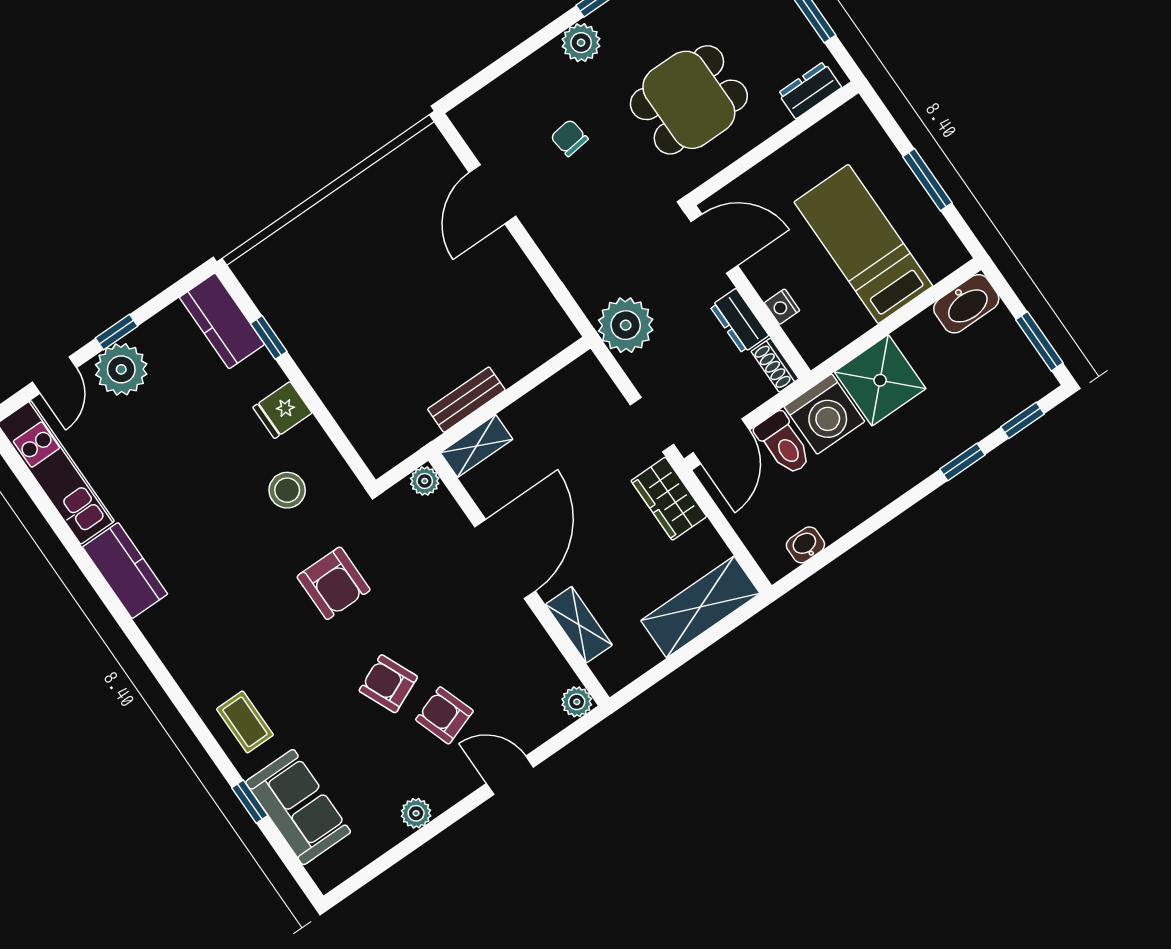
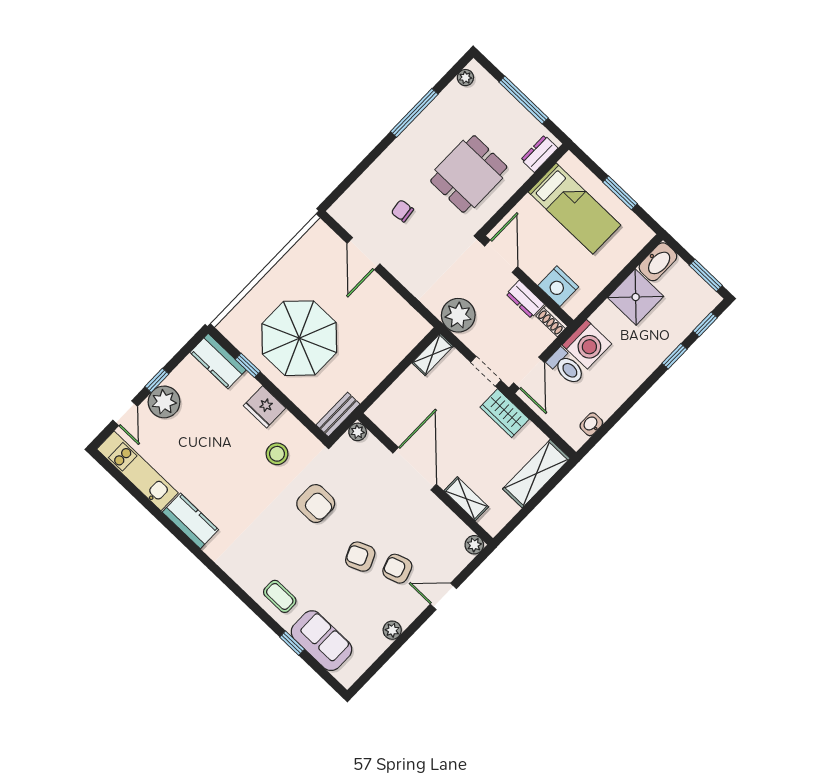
plant: (581, 43) -> (398, 153), removed
door: (714, 244) -> (501, 256), hinge flipped
bed: (863, 244) -> (574, 209), moved, turned 180
nightstand: (782, 307) -> (558, 286), width x1.89, depth x1.79
parasol: (361, 310) -> (299, 338), added
shower: (880, 380) -> (636, 297), moved
bench: (466, 400) -> (338, 414), moved
fridge: (282, 410) -> (265, 407), width x1.38
shelving: (477, 446) -> (433, 355), moved

